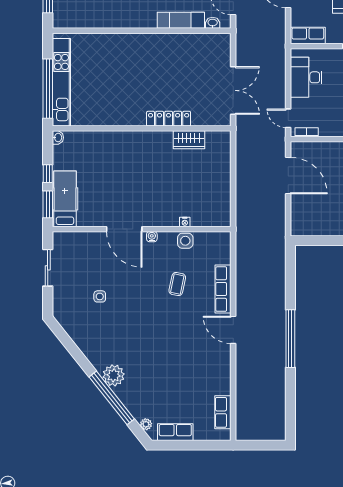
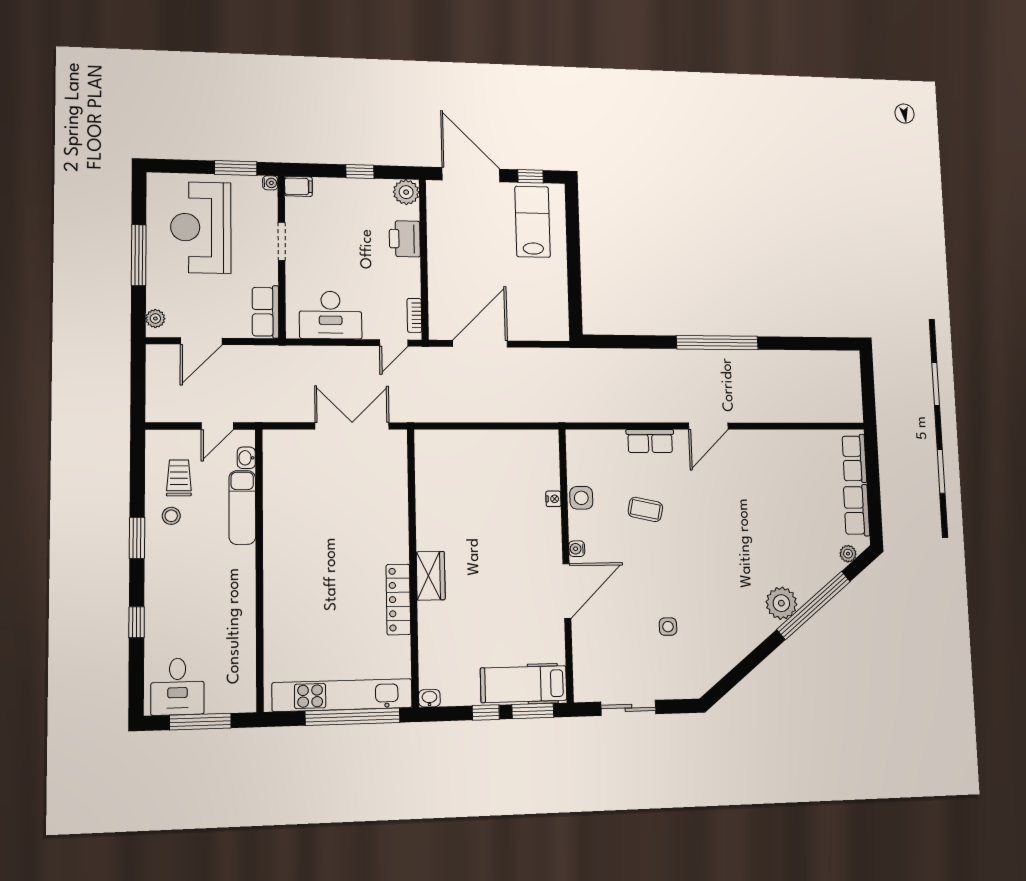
locker: (169, 119) -> (398, 599), moved
wardrobe: (189, 140) -> (431, 576), moved
row of seats: (223, 289) -> (650, 441), width x0.68
row of seats: (223, 412) -> (854, 458), moved, turned 90

